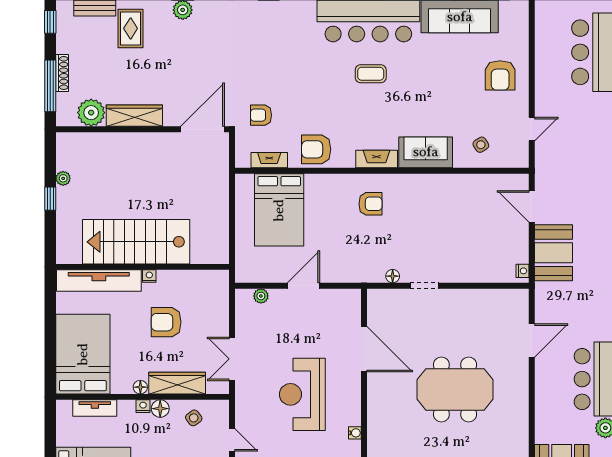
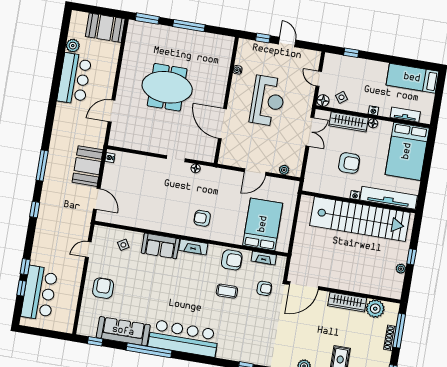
coffee table: (371, 74) -> (227, 291), moved
stairs: (136, 242) -> (360, 219), width x1.36
floor lamp: (160, 409) -> (323, 100), moved

